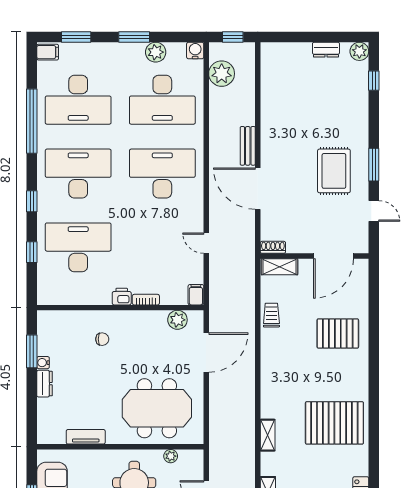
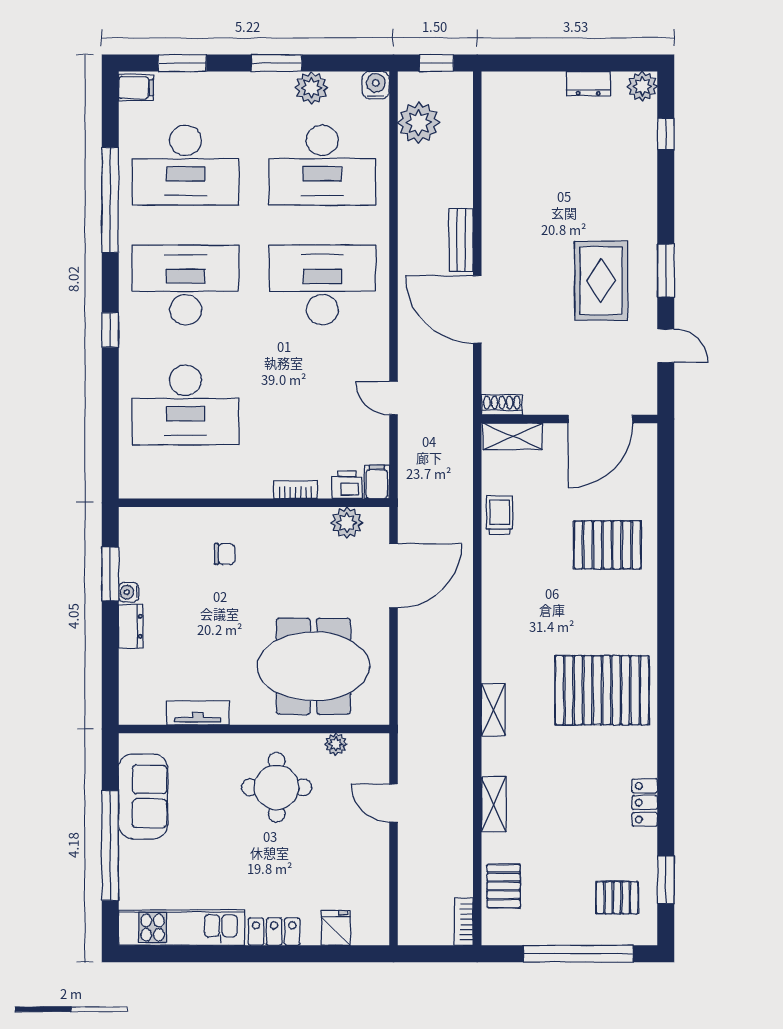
desk: (78, 247) -> (186, 405), turned 180
window: (32, 252) -> (110, 413), removed
printer: (122, 297) -> (347, 485), moved

